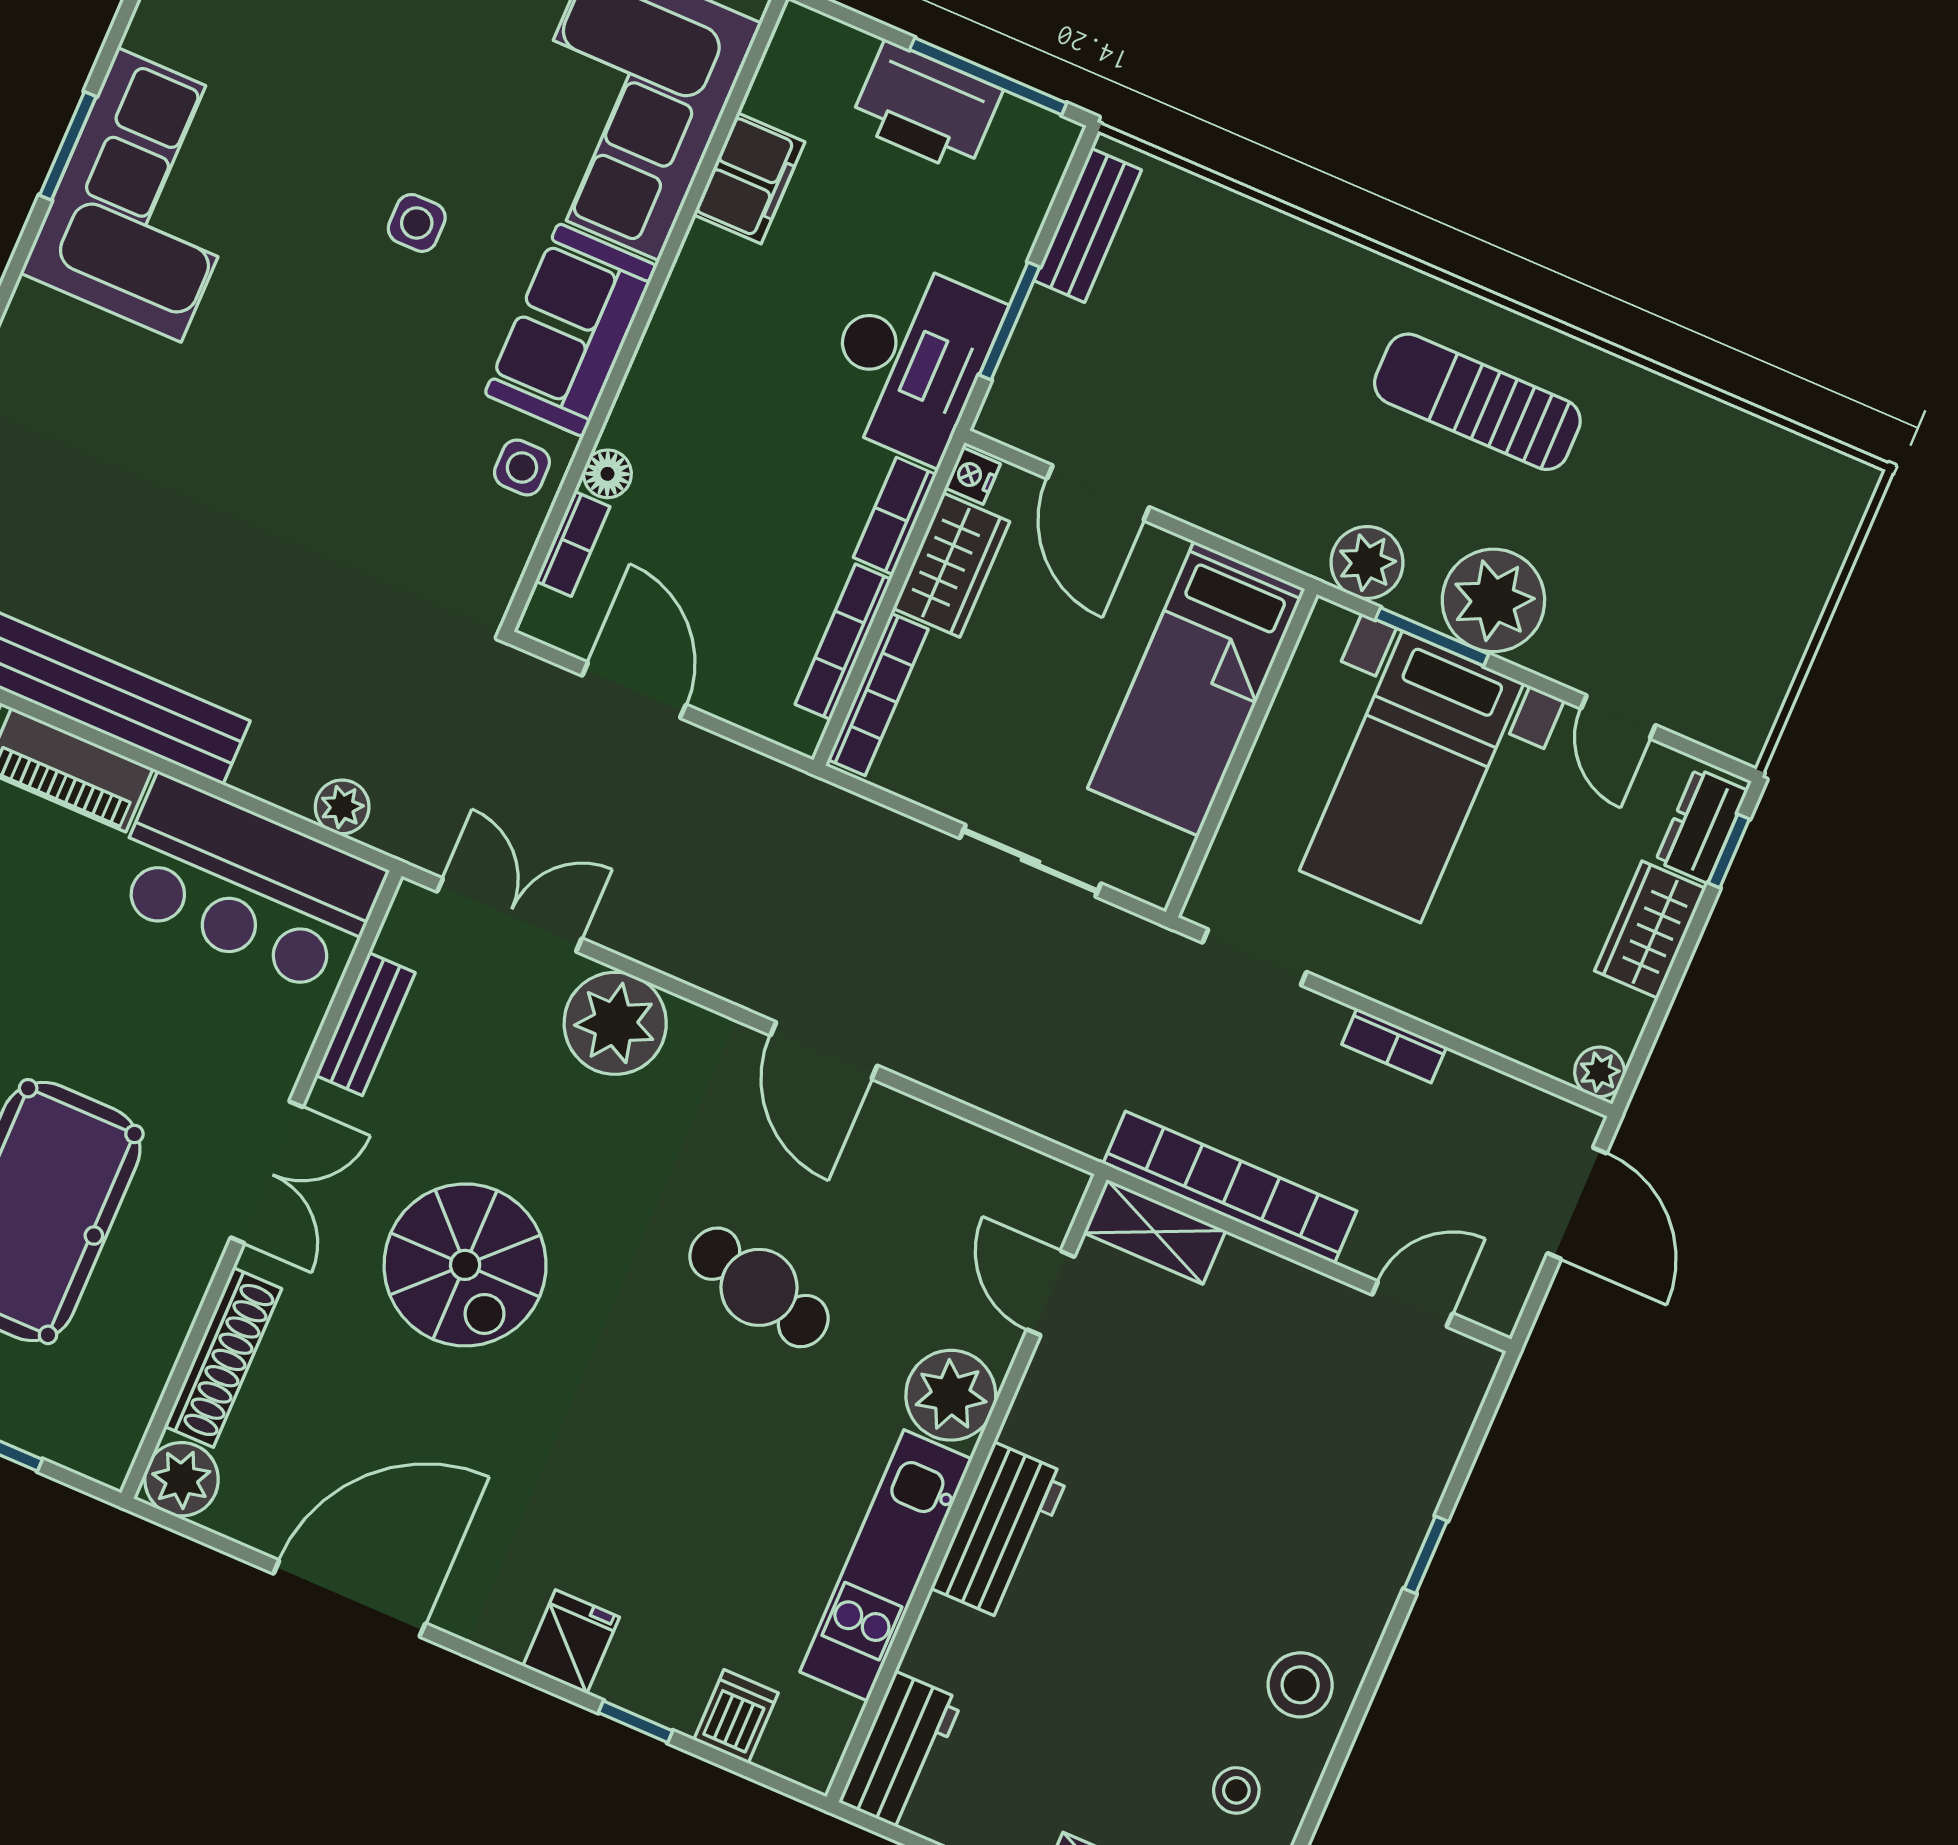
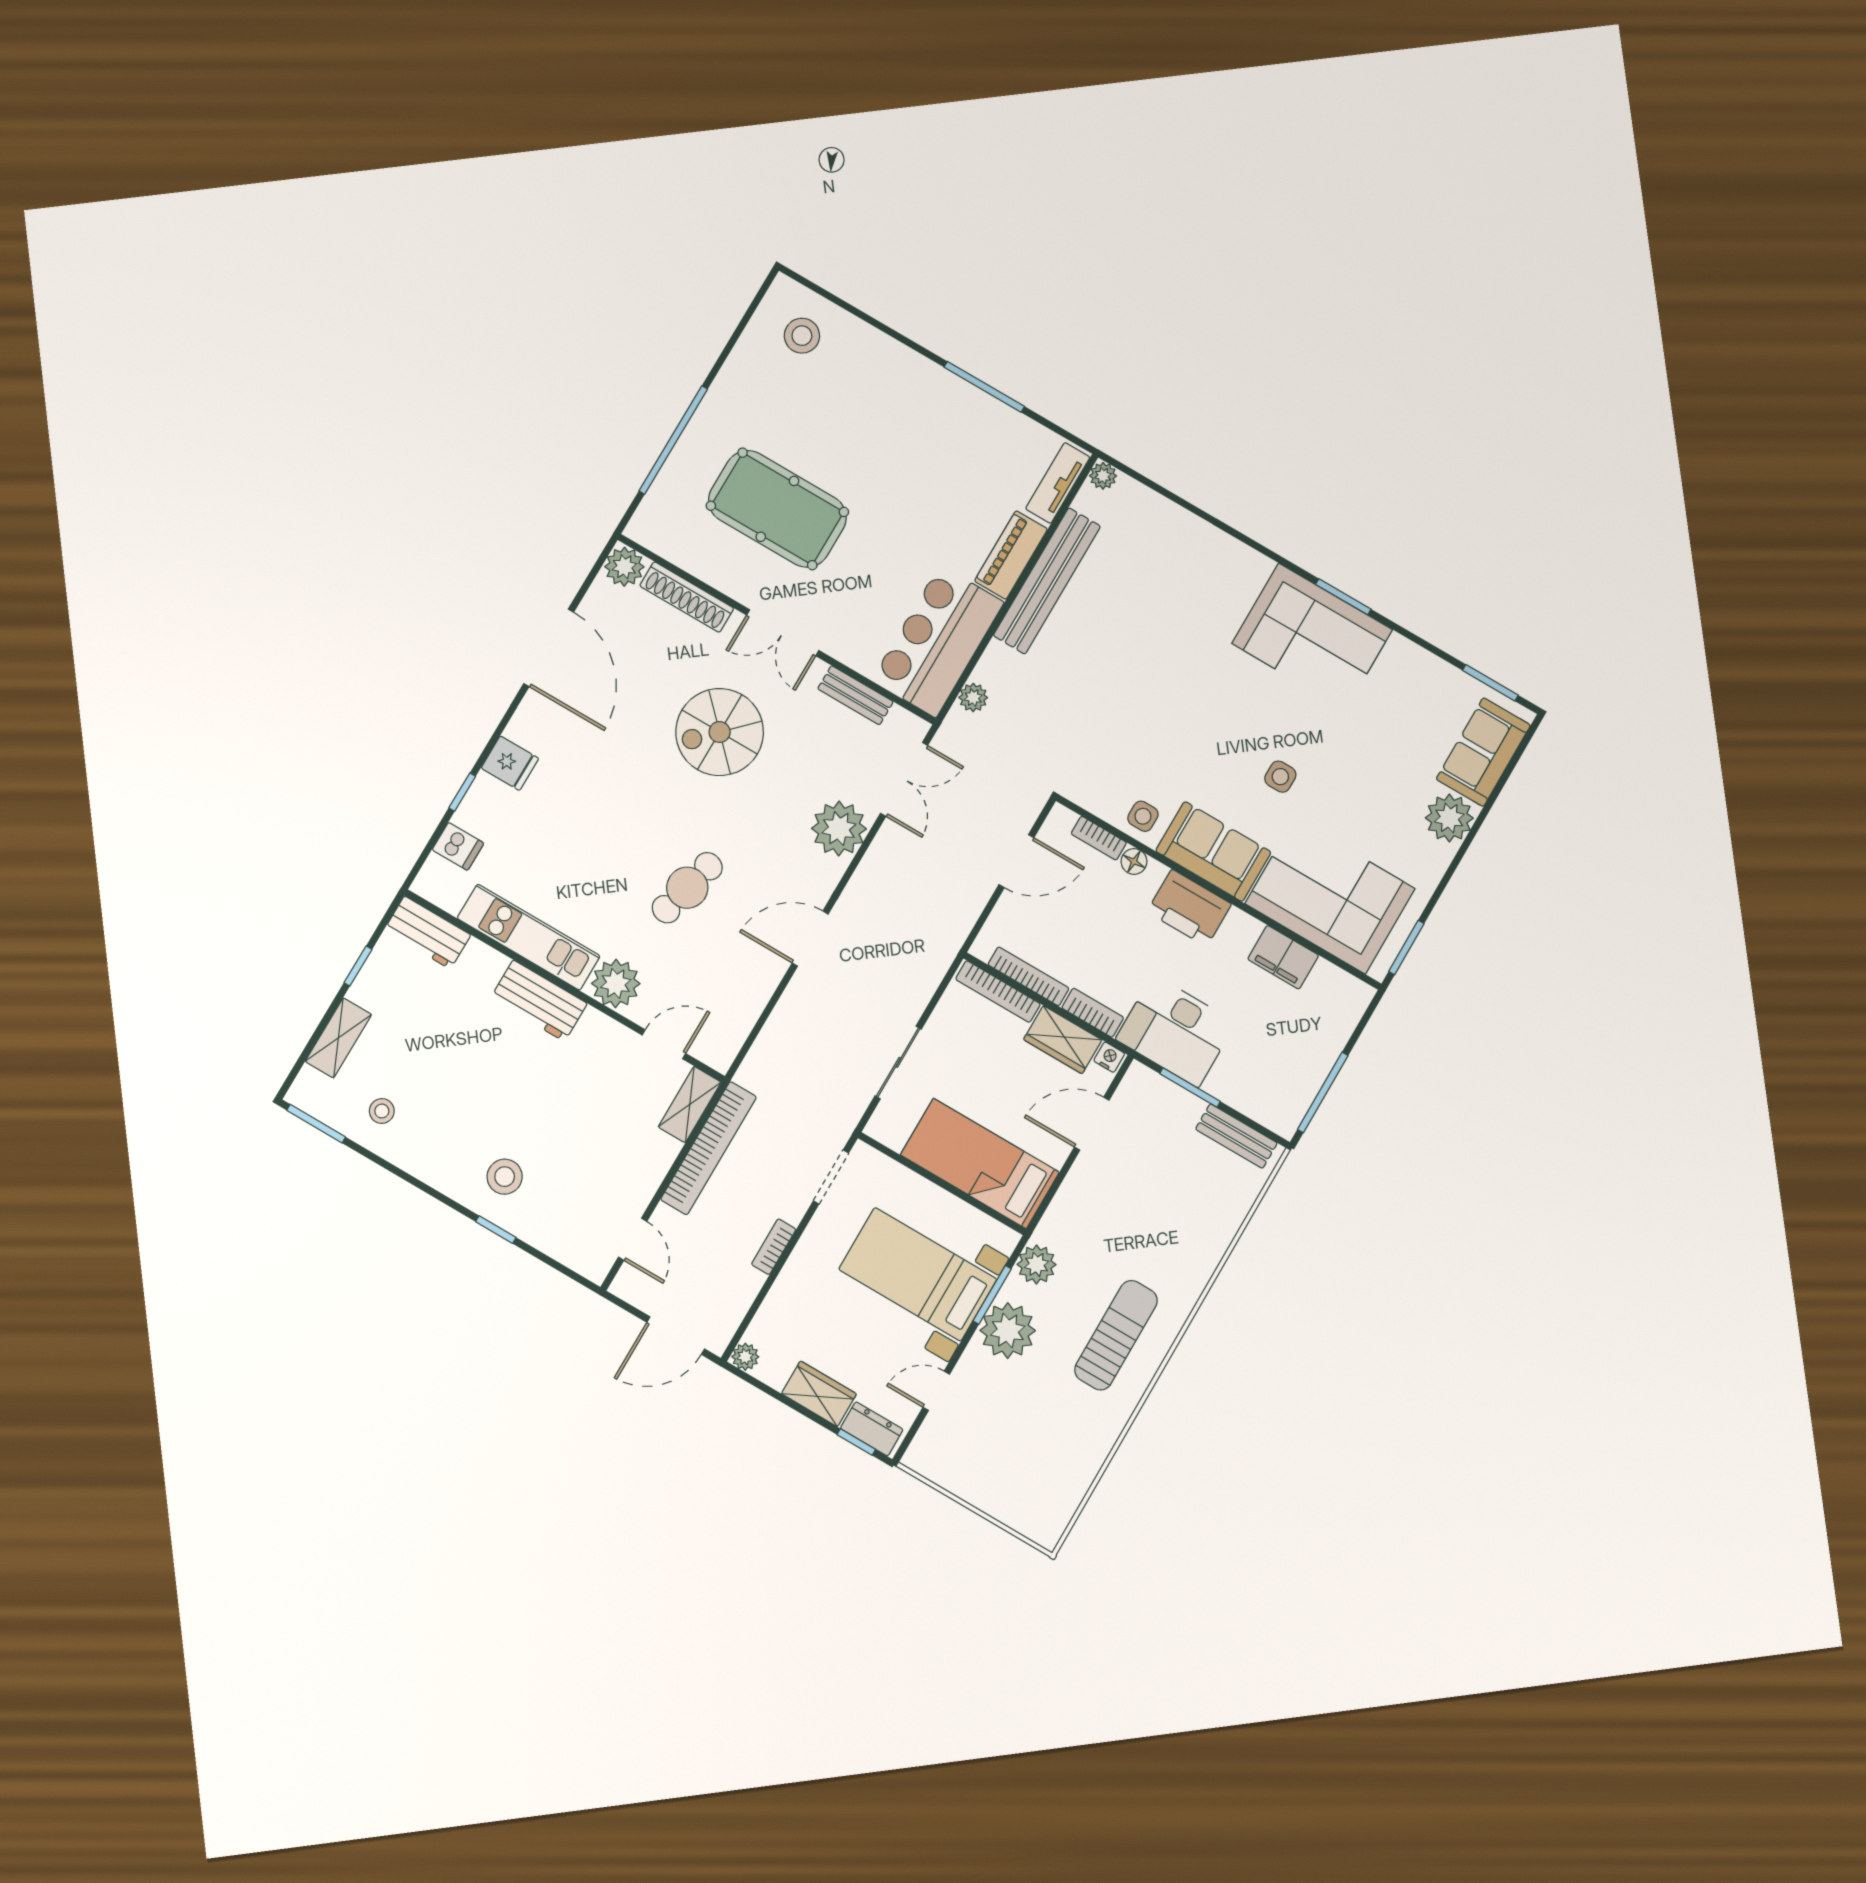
printer: (926, 107) -> (1189, 908), moved, turned -90
stool: (1300, 1685) -> (505, 1177), moved

